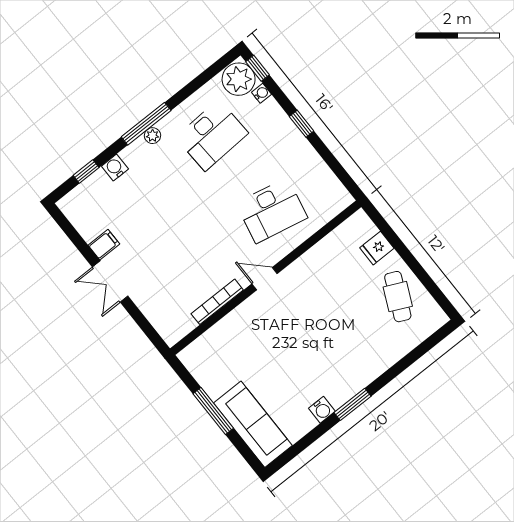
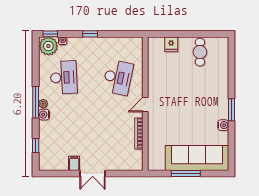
water cooler: (115, 168) -> (44, 115), moved
cafe table: (398, 297) -> (200, 52), turned 65
sofa: (253, 424) -> (197, 158), width x1.36, depth x1.27

